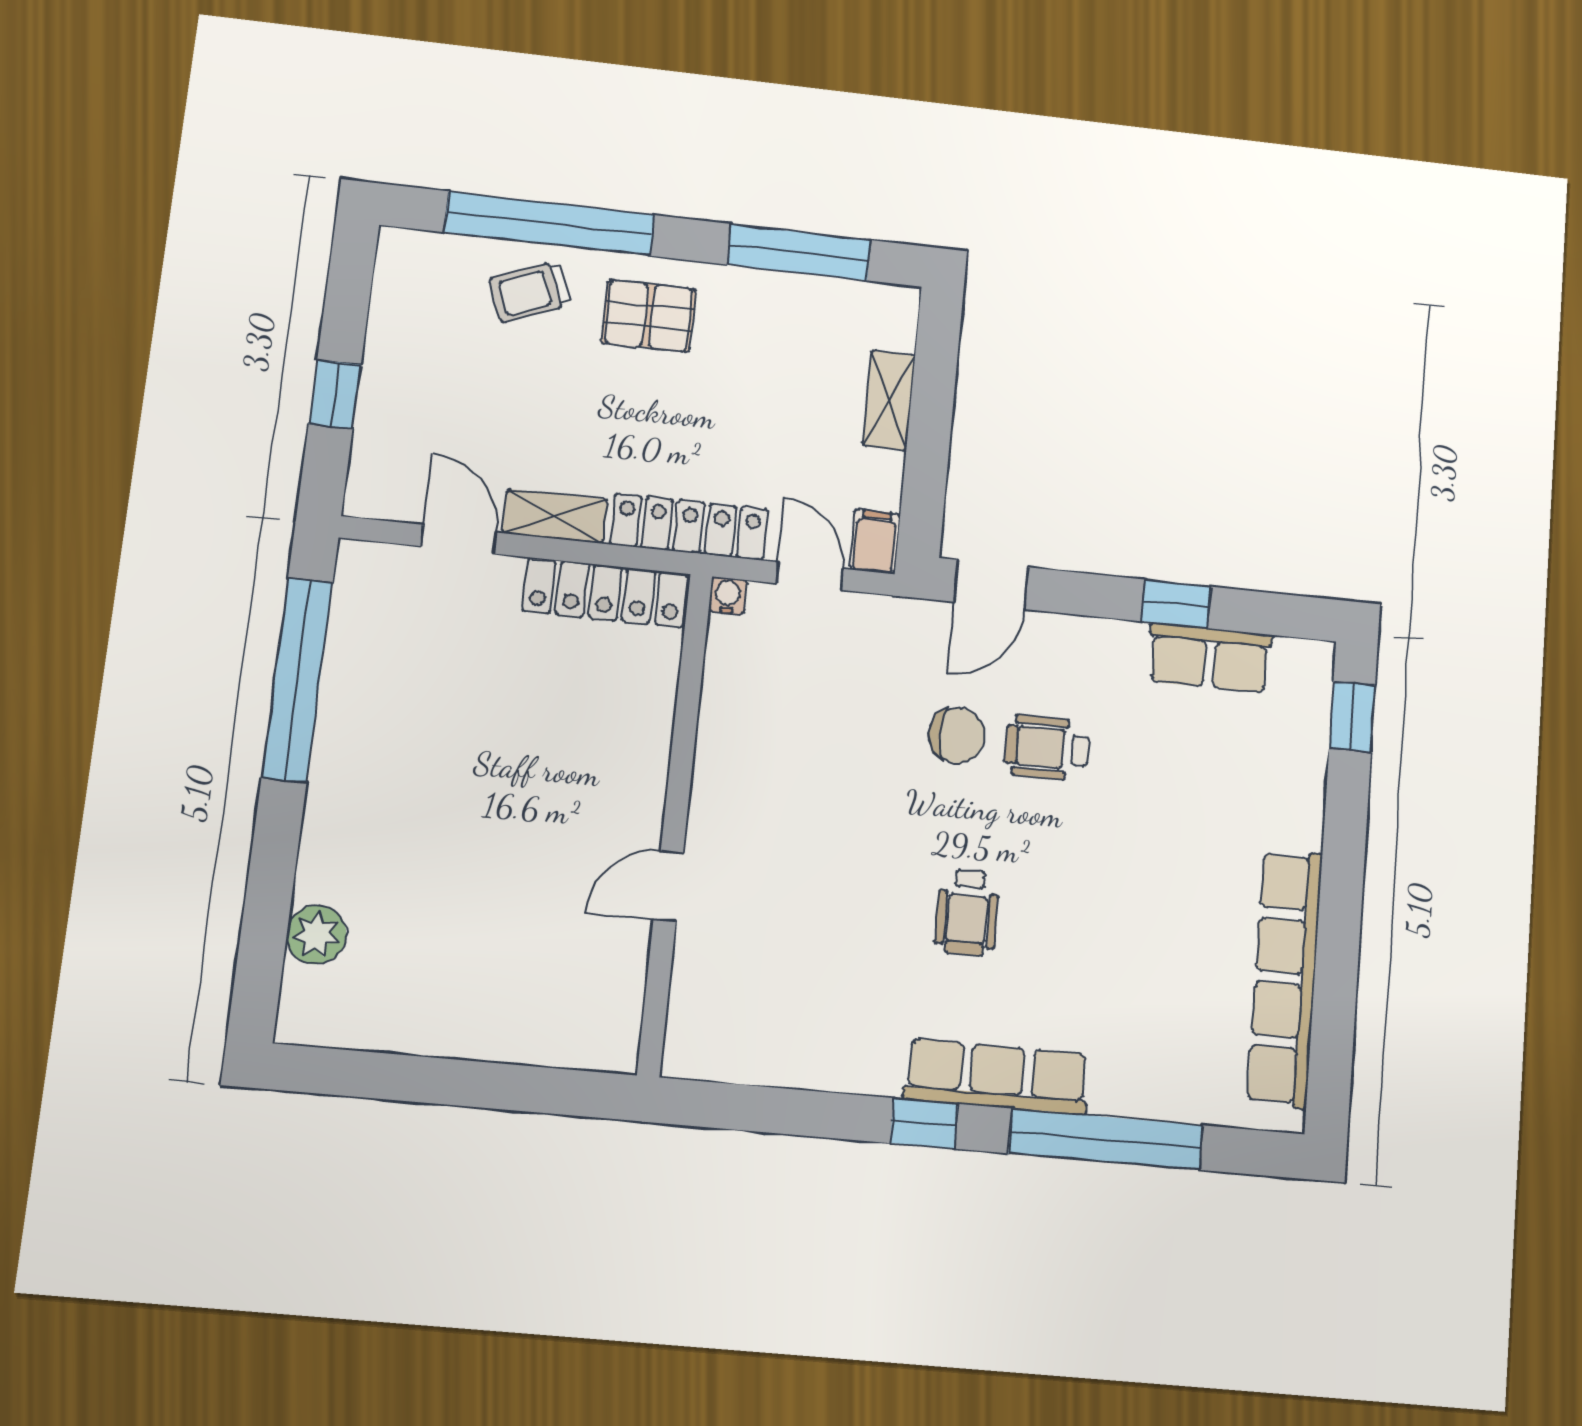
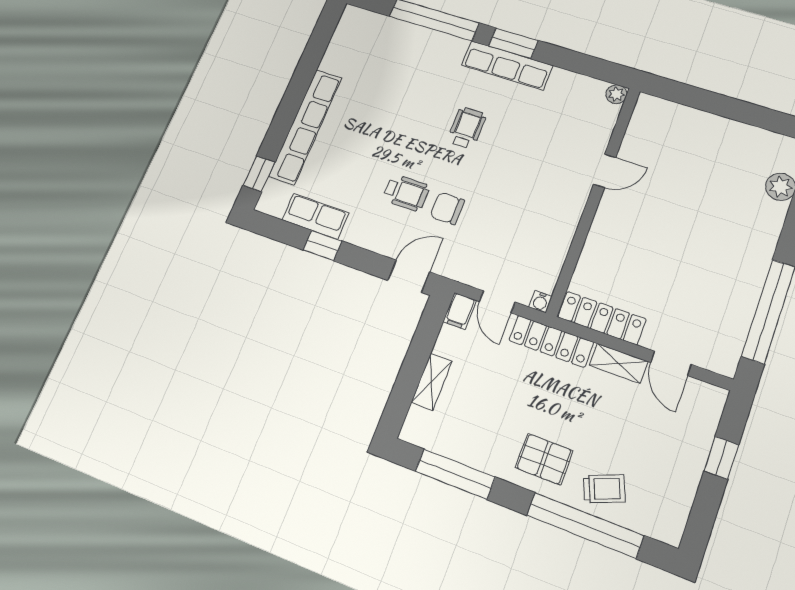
row of seats: (1285, 978) -> (305, 127), moved
plant: (683, 1058) -> (616, 94), added
row of seats: (997, 1076) -> (507, 65), moved
window: (924, 1123) -> (513, 43), width x1.50

